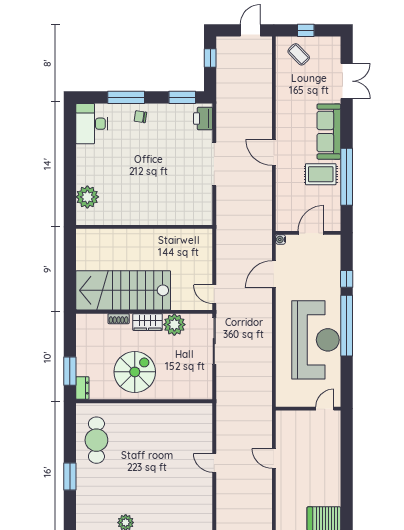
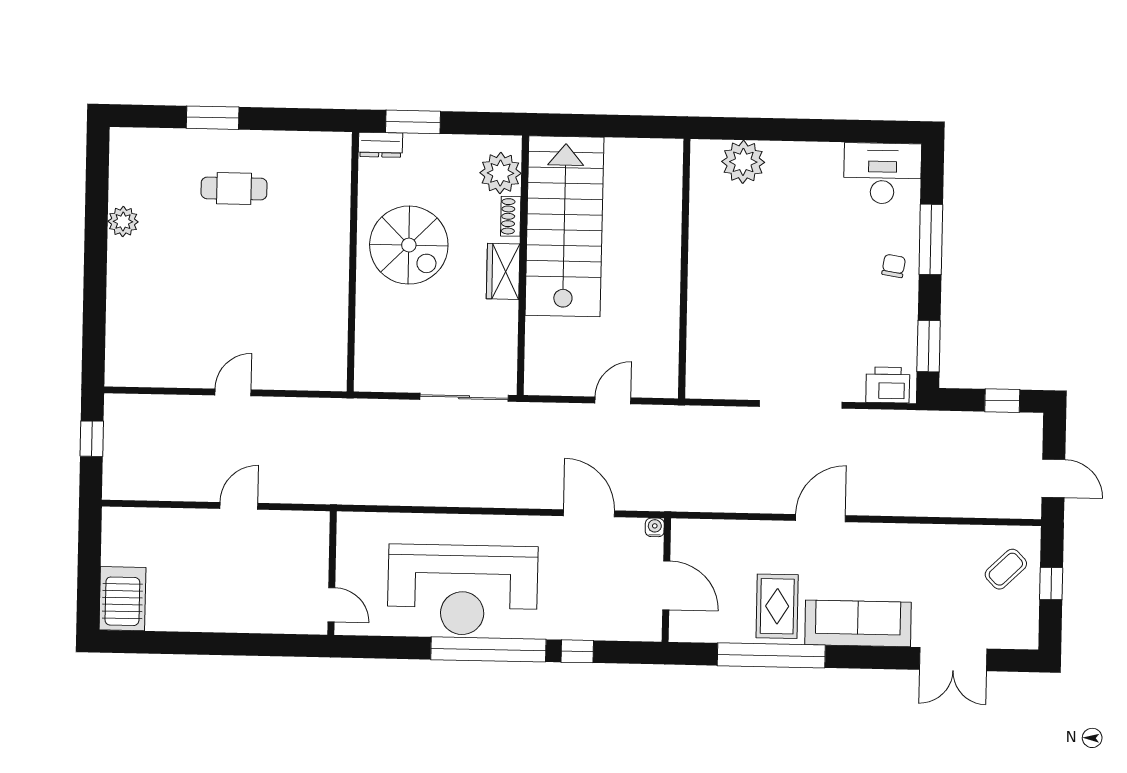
door: (214, 294) -> (613, 400), moved
plant: (174, 325) -> (500, 173), moved
cafe table: (96, 440) -> (234, 189), moved, width x0.73, depth x0.74

